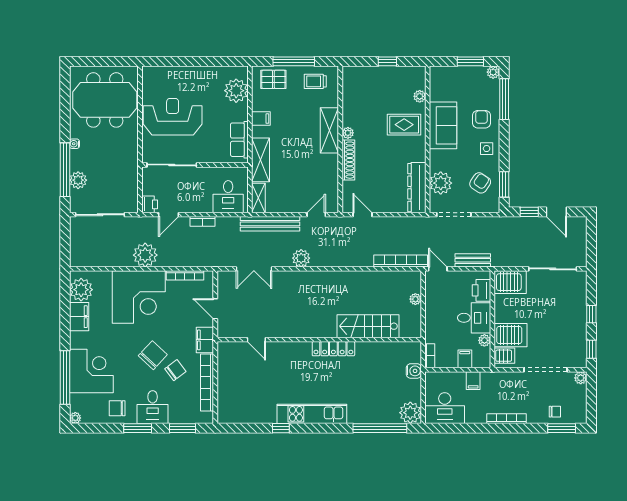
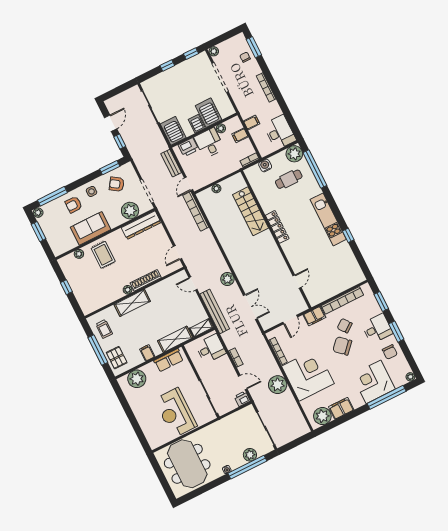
server rack: (504, 356) -> (197, 124), moved
cafe table: (383, 391) -> (289, 179), added

